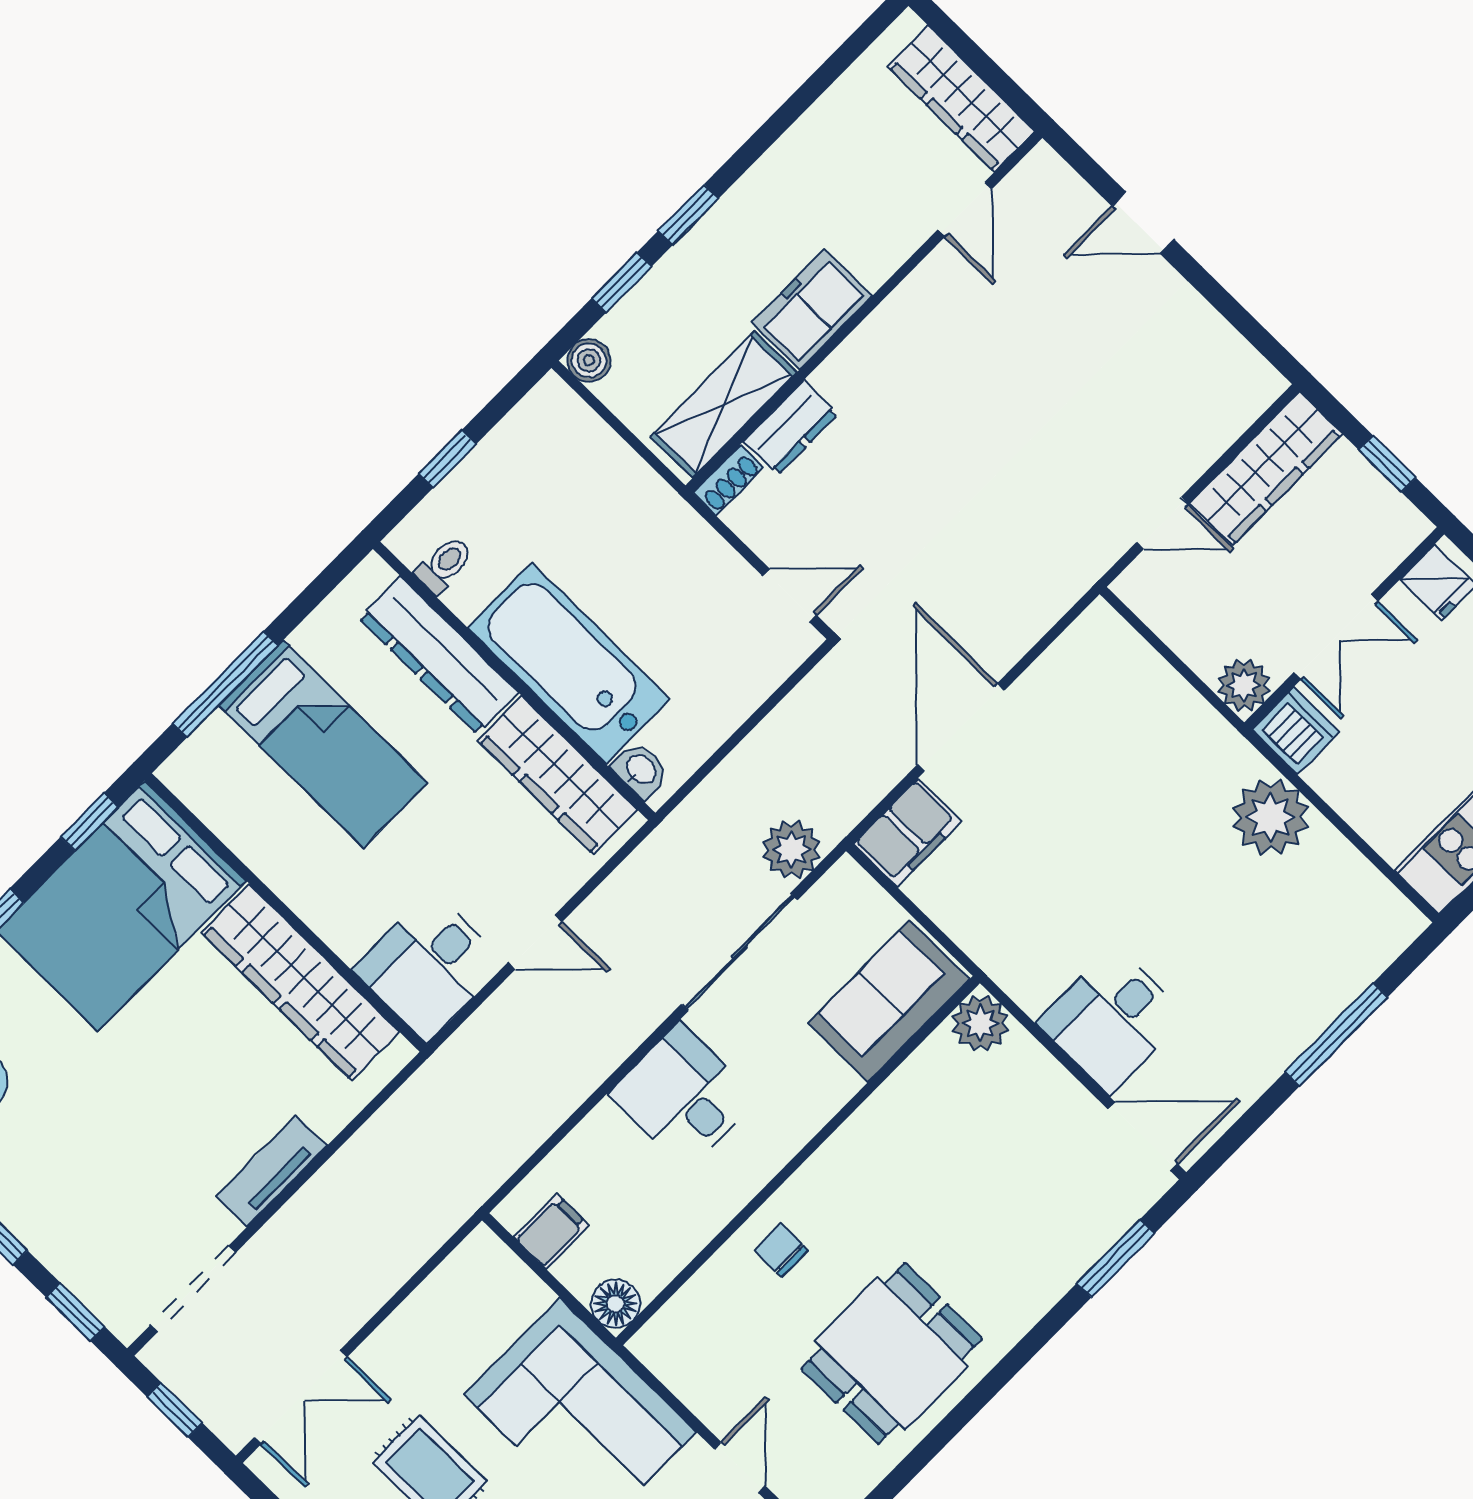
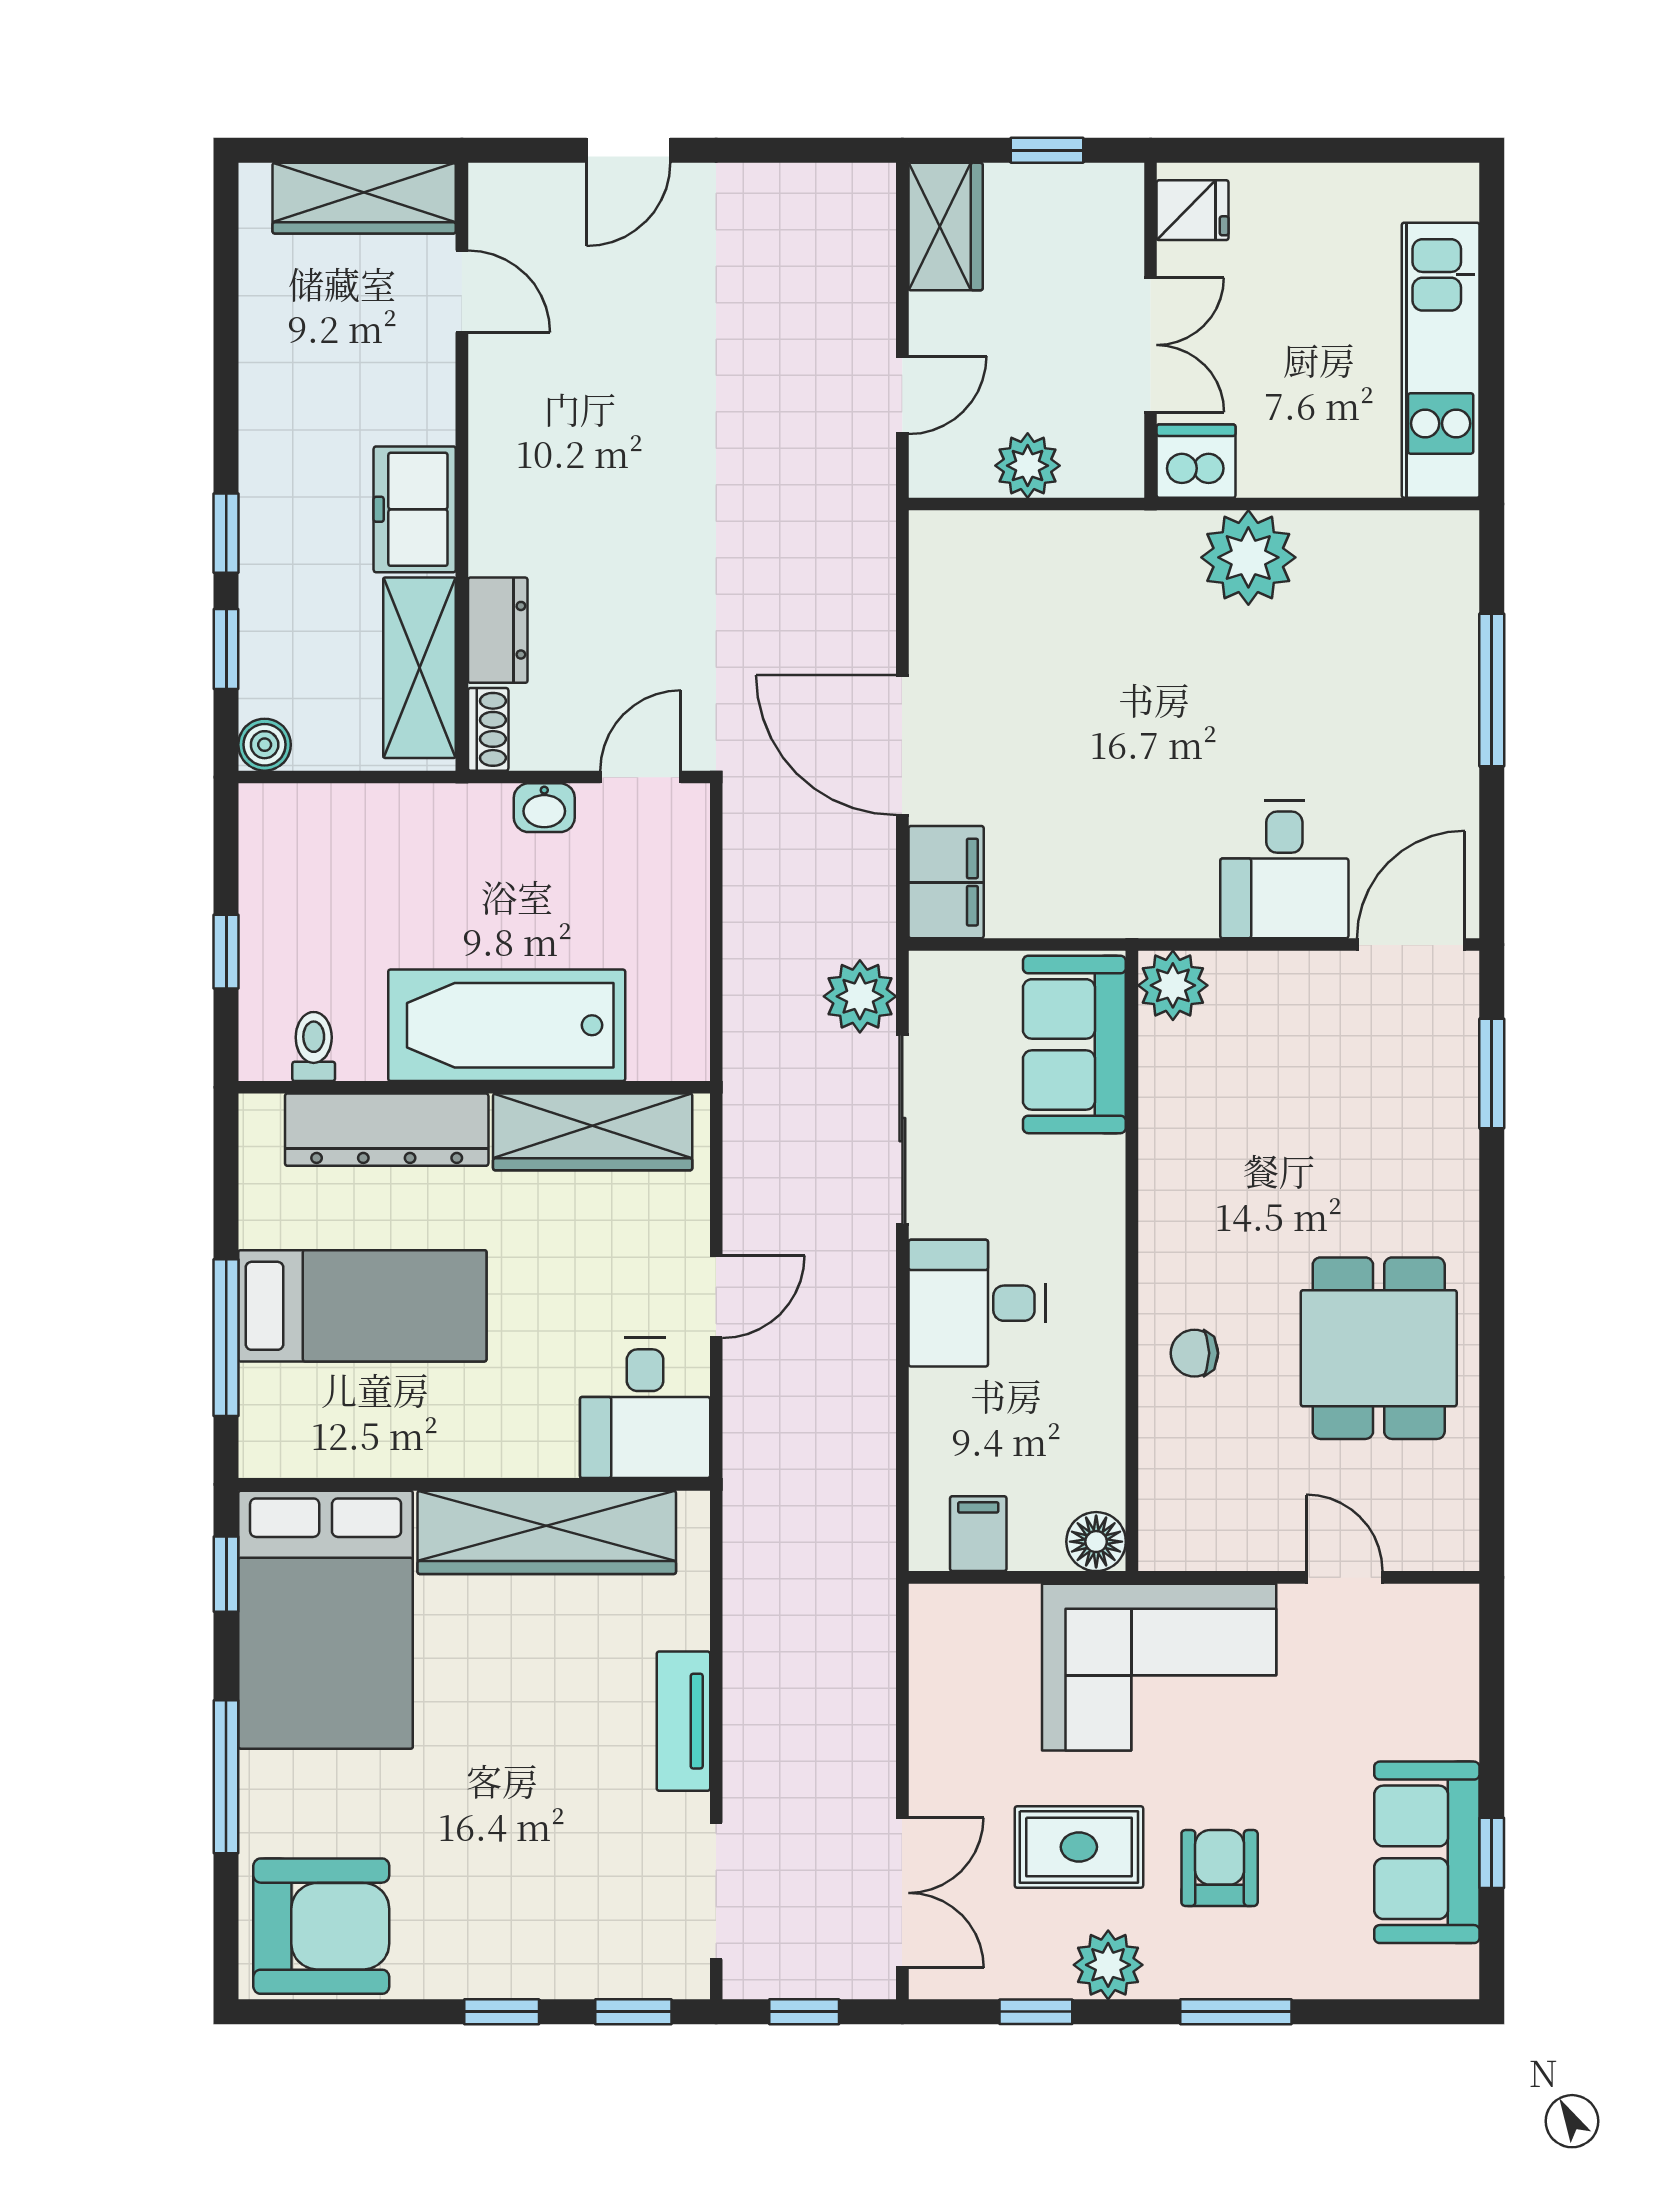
wardrobe: (1266, 469) -> (946, 227), width x0.67
plant: (1244, 685) -> (1028, 466), moved
washbasin: (640, 770) -> (544, 808), moved, turned 180

